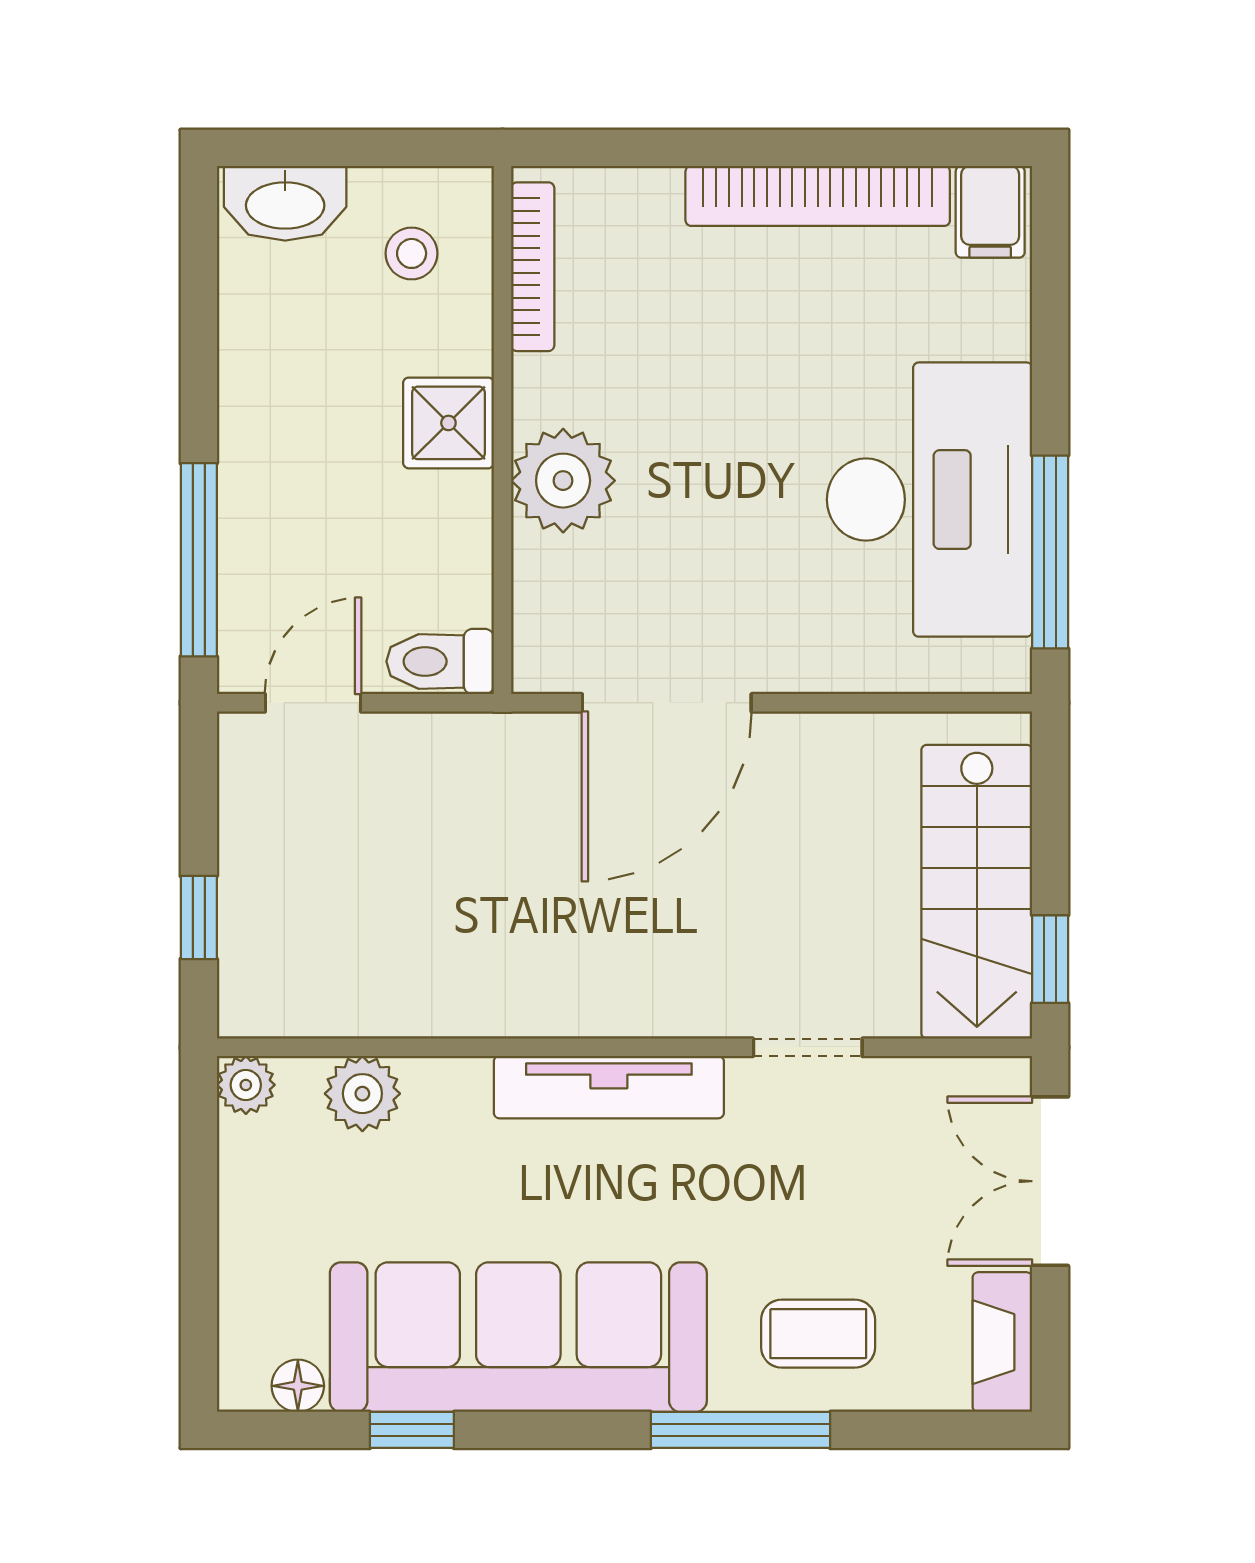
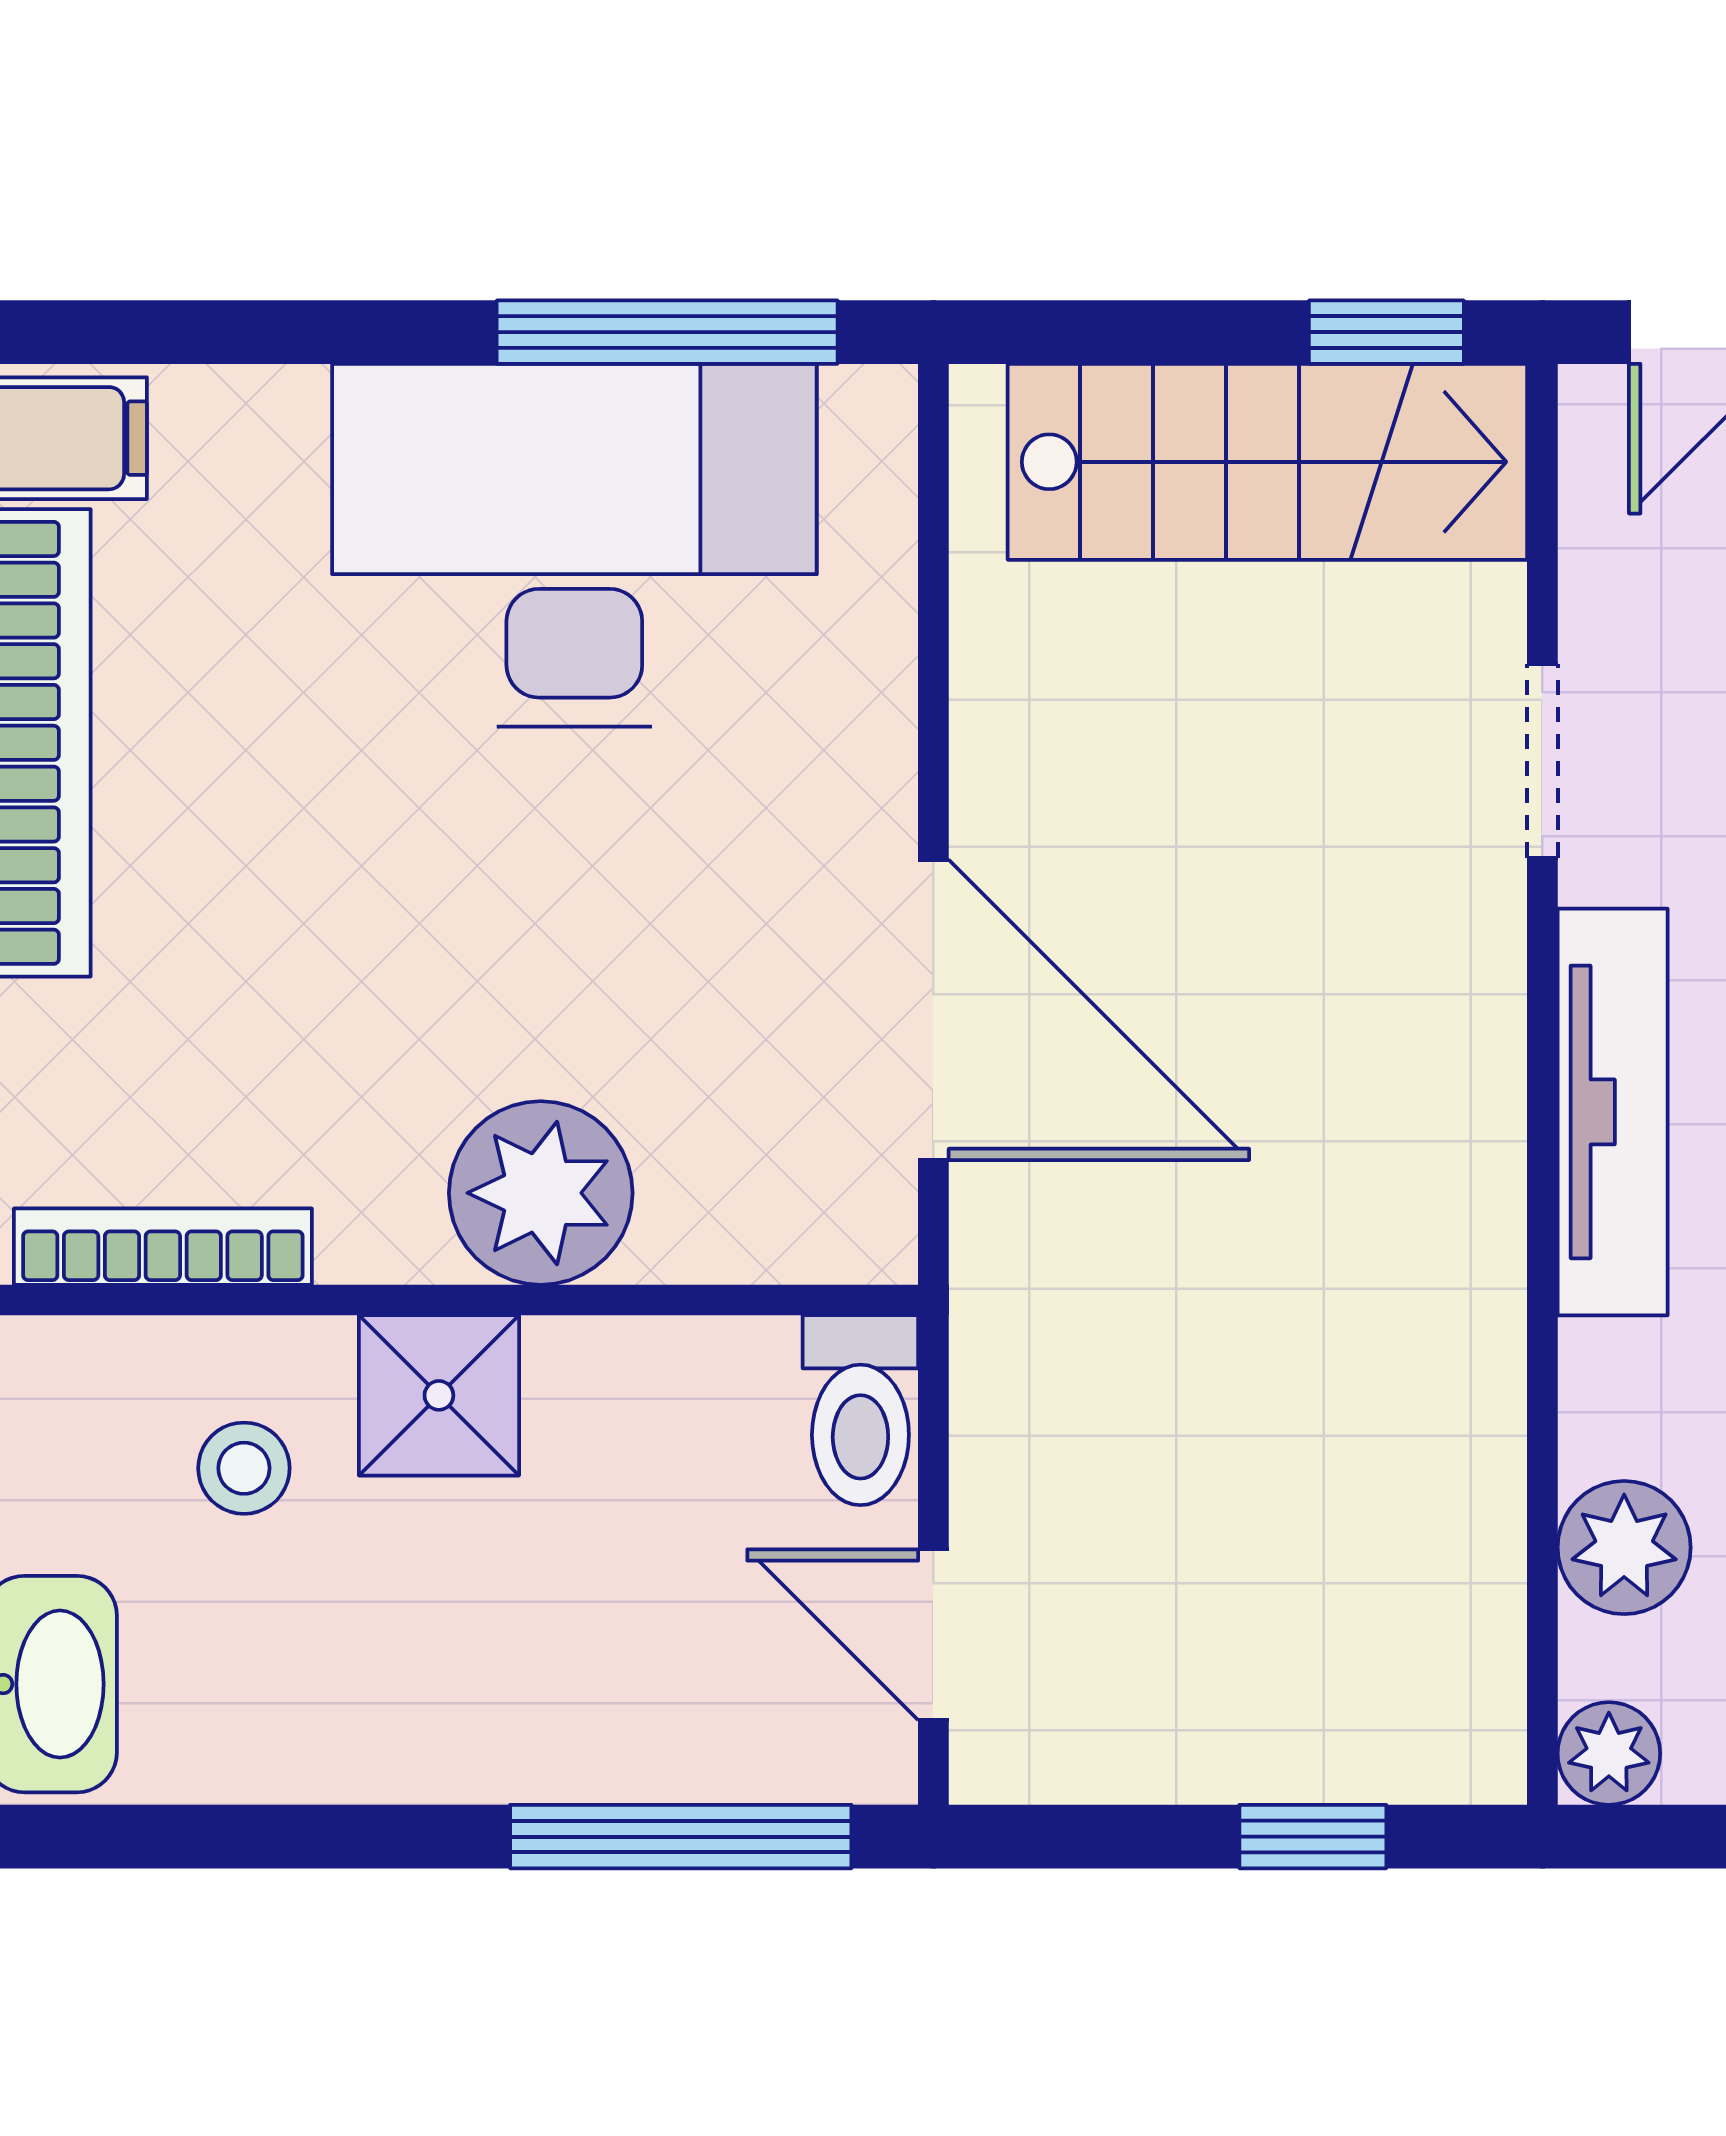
stool: (412, 253) -> (244, 1468), moved

